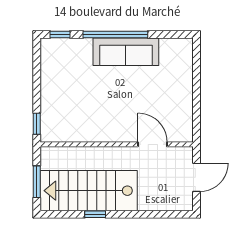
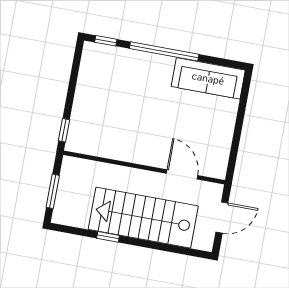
sofa: (126, 52) -> (208, 78), moved
stairs: (89, 191) -> (143, 218), moved

